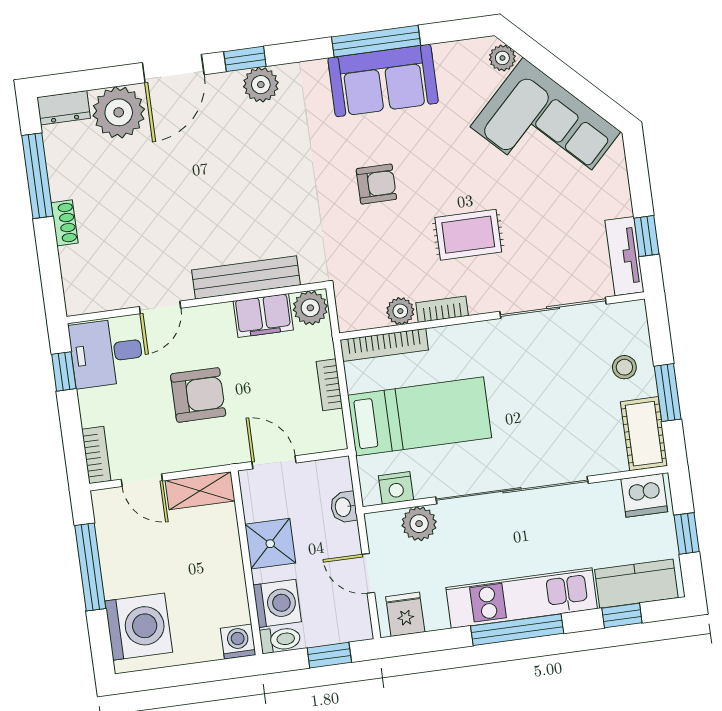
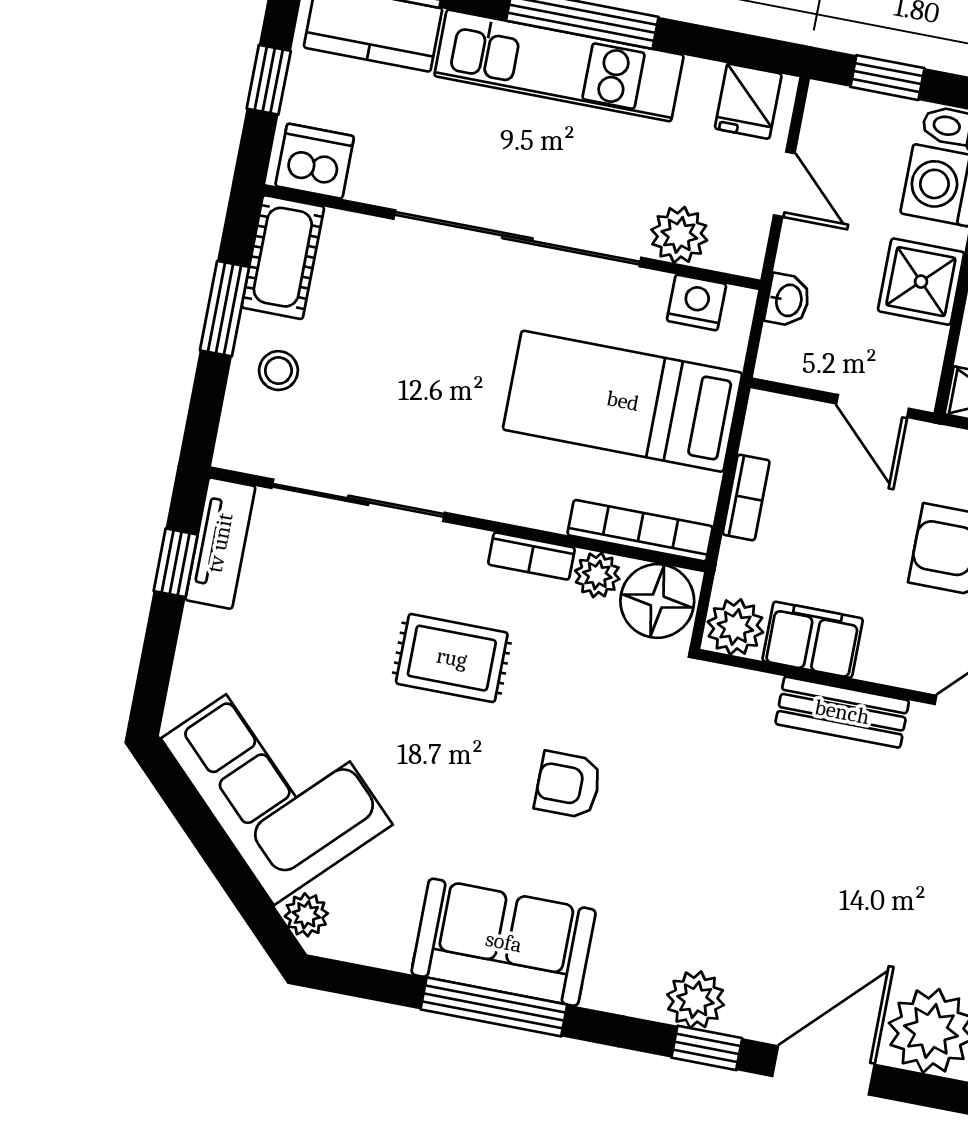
bench: (246, 278) -> (842, 712), width x0.73
floor lamp: (361, 308) -> (657, 601), added

